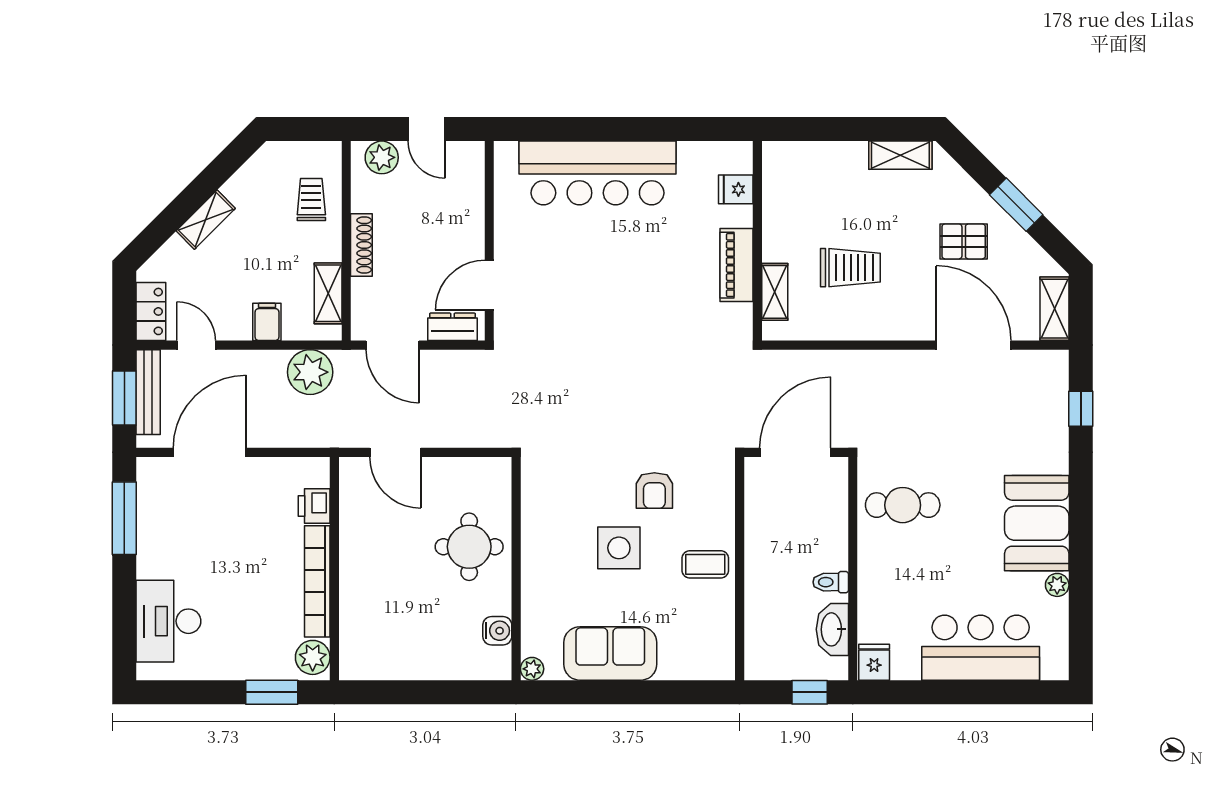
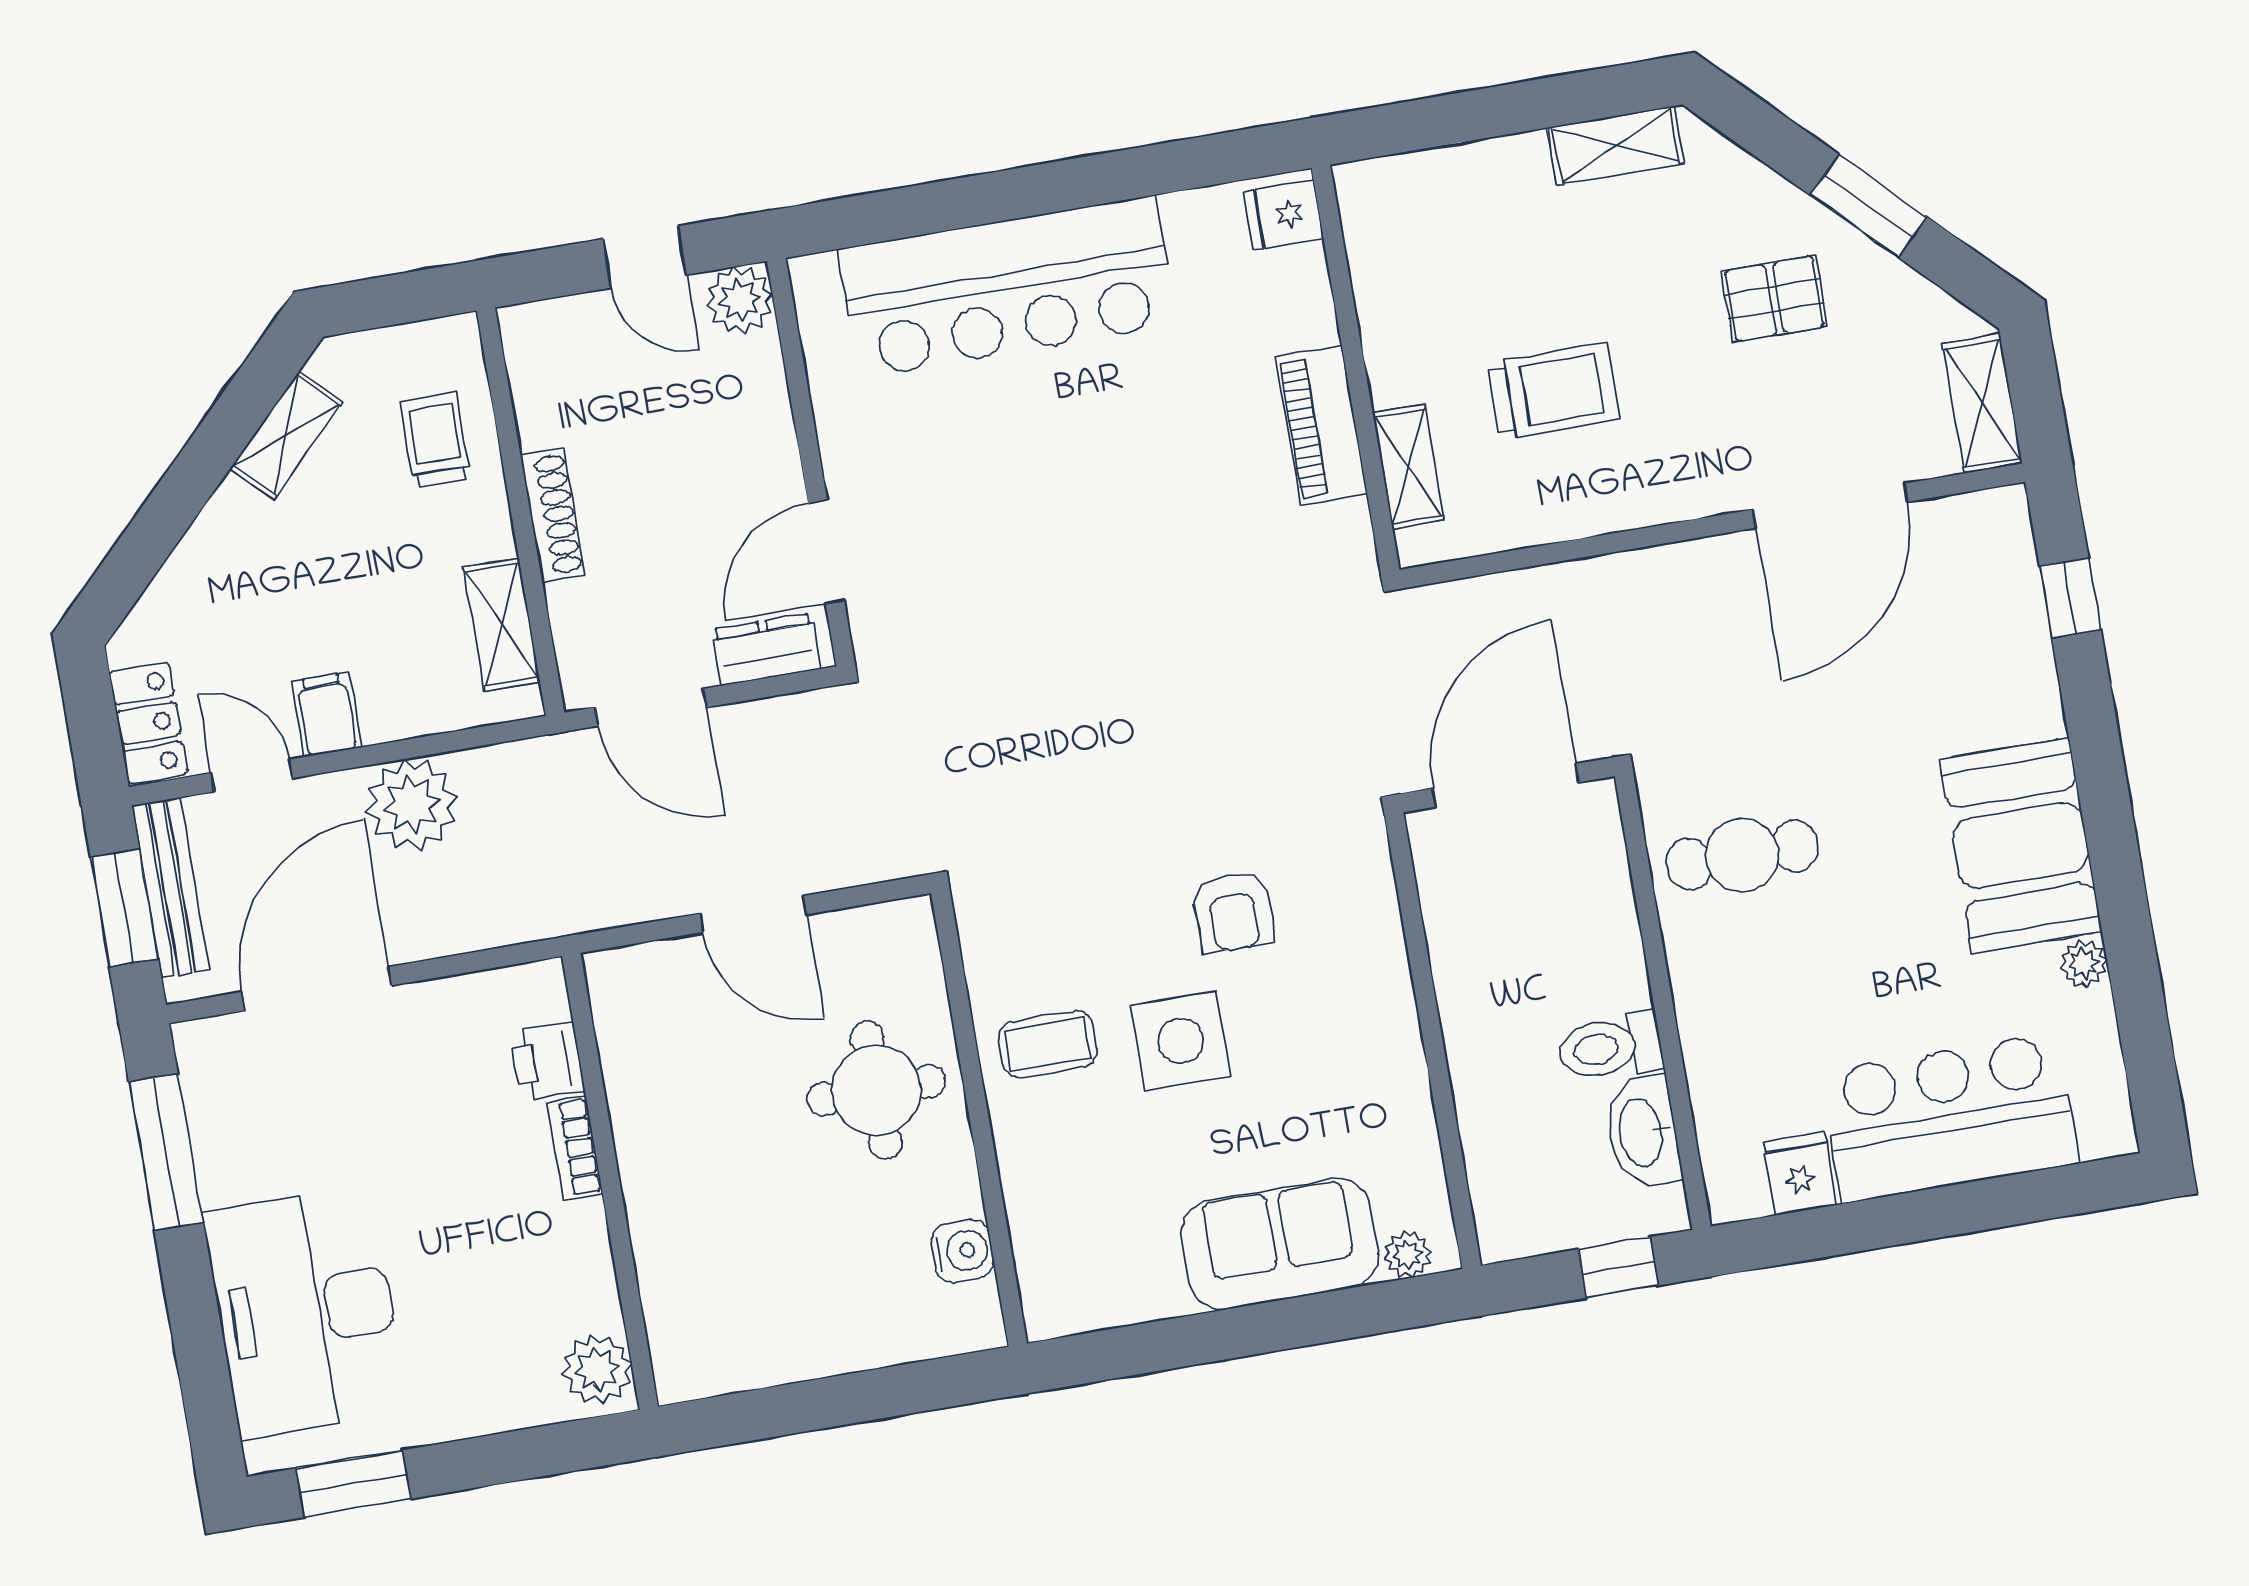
plant: (382, 157) -> (739, 300), moved
fridge: (736, 189) -> (1284, 215), moved
shelving: (206, 220) -> (286, 435), moved
filing cabinet: (267, 322) -> (326, 714), moved
door: (974, 345) -> (1831, 506), swing flipped
plant: (310, 372) -> (412, 805), moved
door: (395, 452) -> (753, 914), moved
coffee table: (705, 564) -> (1048, 1044), moved
bookcase: (317, 581) -> (575, 1148), width x0.43, depth x0.76
toilet: (831, 582) -> (1610, 1047), width x1.37, depth x1.39
desk: (168, 621) -> (306, 1312), width x1.36, depth x1.30
sofa: (610, 653) -> (1280, 1244), moved
fridge: (874, 662) -> (1800, 1174), moved
plant: (532, 669) -> (1408, 1254), moved
window: (272, 692) -> (353, 1484), moved

